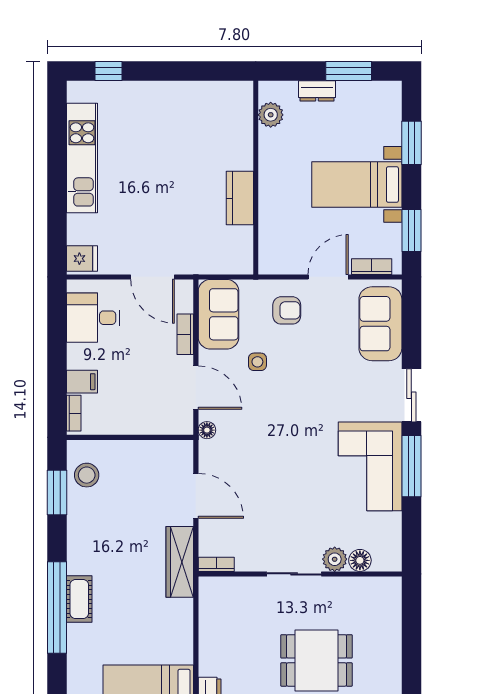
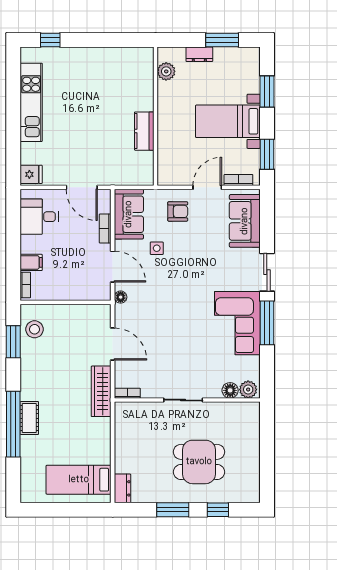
plant: (335, 559) -> (248, 390), moved

